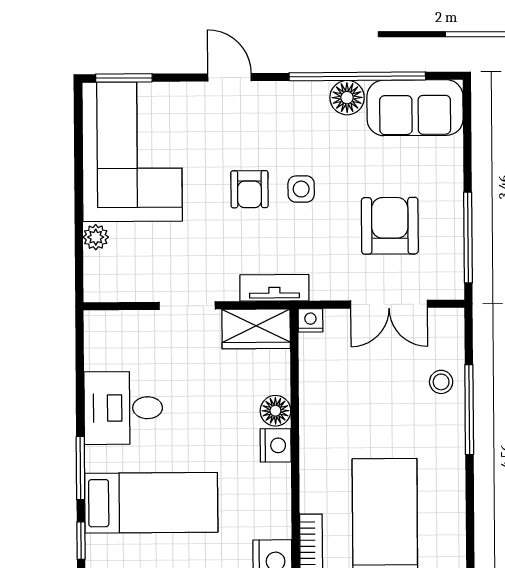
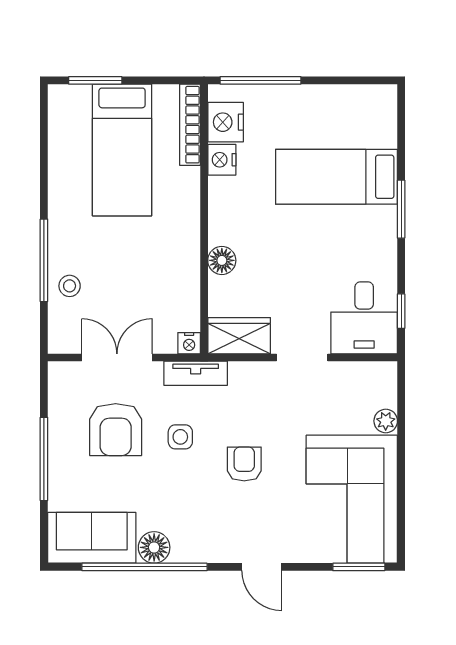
side table: (301, 189) -> (180, 437), moved
window: (468, 237) -> (44, 459), moved
tv unit: (274, 288) -> (196, 373), moved
desk: (123, 408) -> (364, 318), moved, turned 90
nightstand: (276, 445) -> (222, 160), moved
window: (81, 541) -> (401, 311), moved

